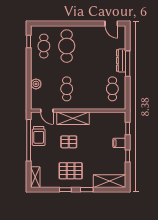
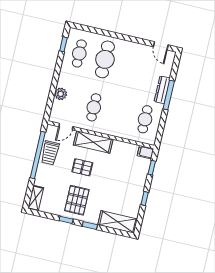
door: (47, 111) -> (66, 127), hinge flipped
filing cabinet: (119, 143) -> (146, 152), moved
pallet: (71, 171) -> (77, 200), turned 90

